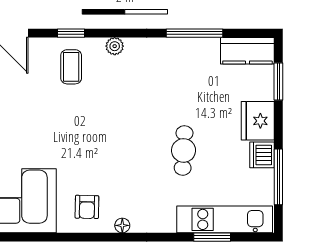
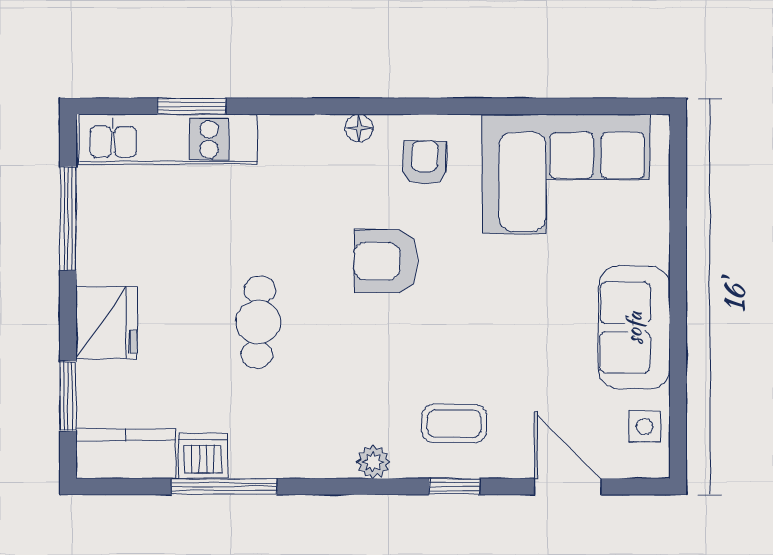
coffee table: (71, 67) -> (454, 423), turned 90
cafe table: (184, 150) -> (258, 322), moved
armchair: (108, 154) -> (386, 261), added
dishwasher: (262, 155) -> (203, 456), moved, turned -90

